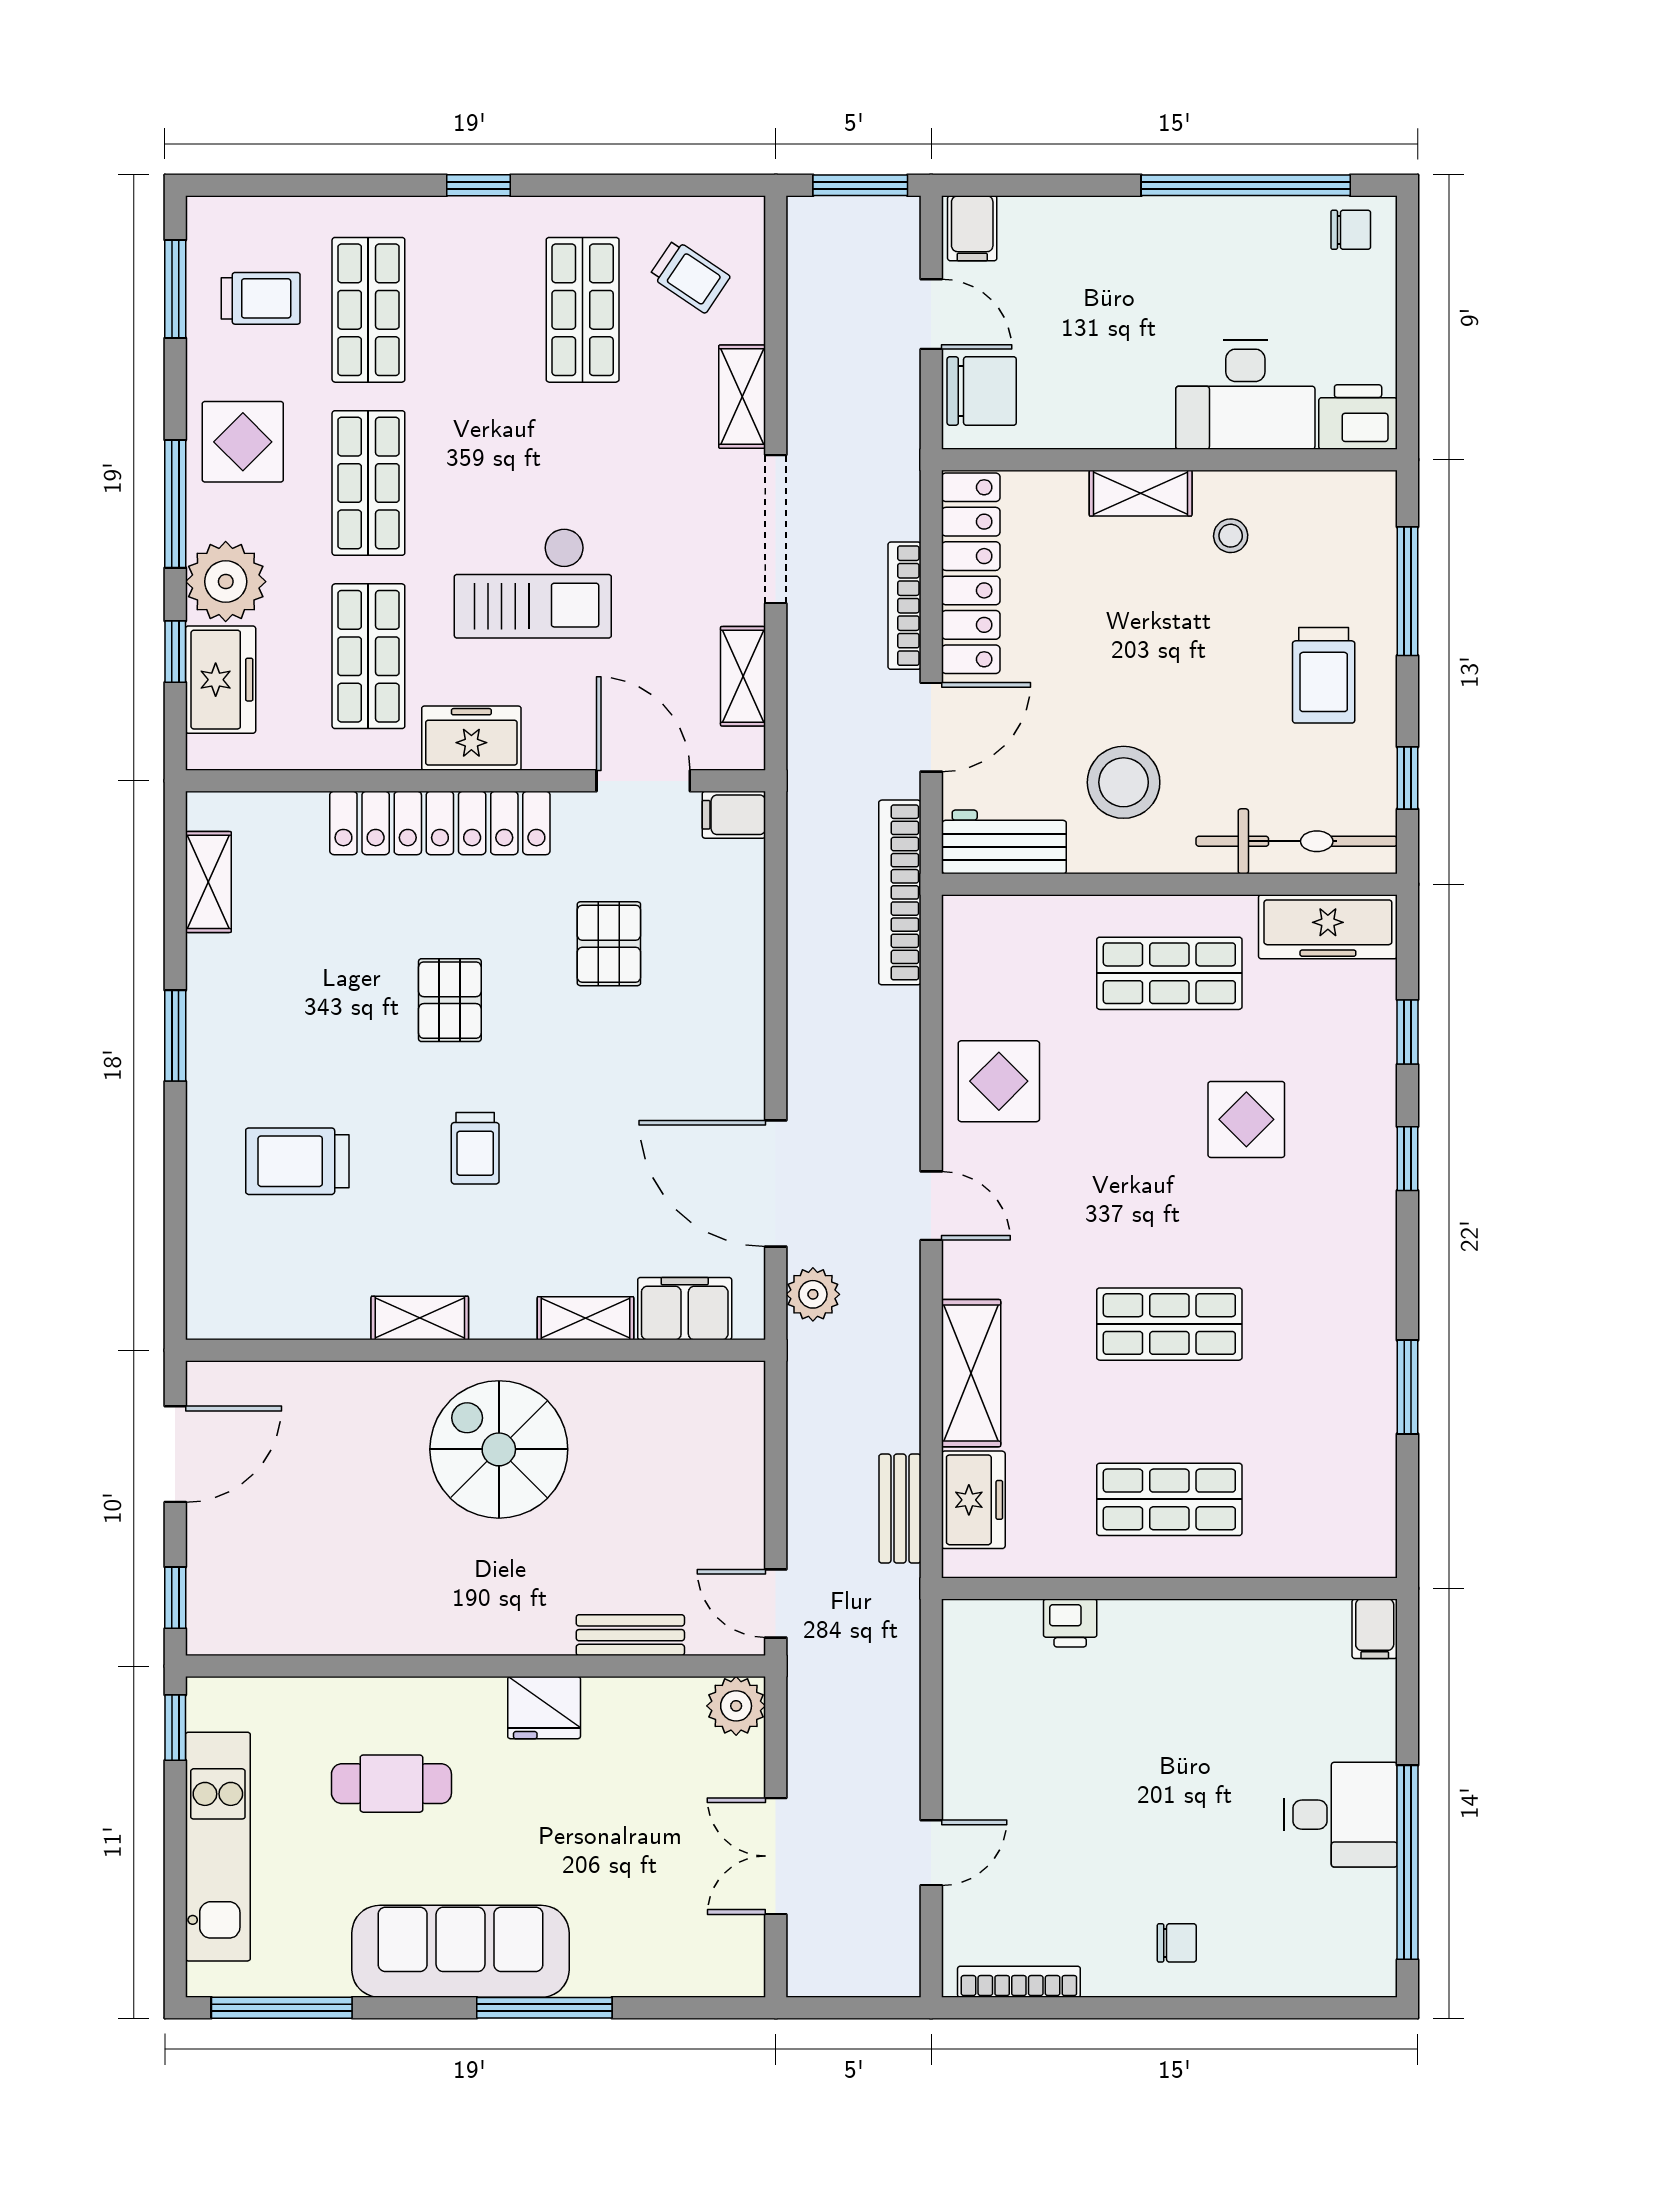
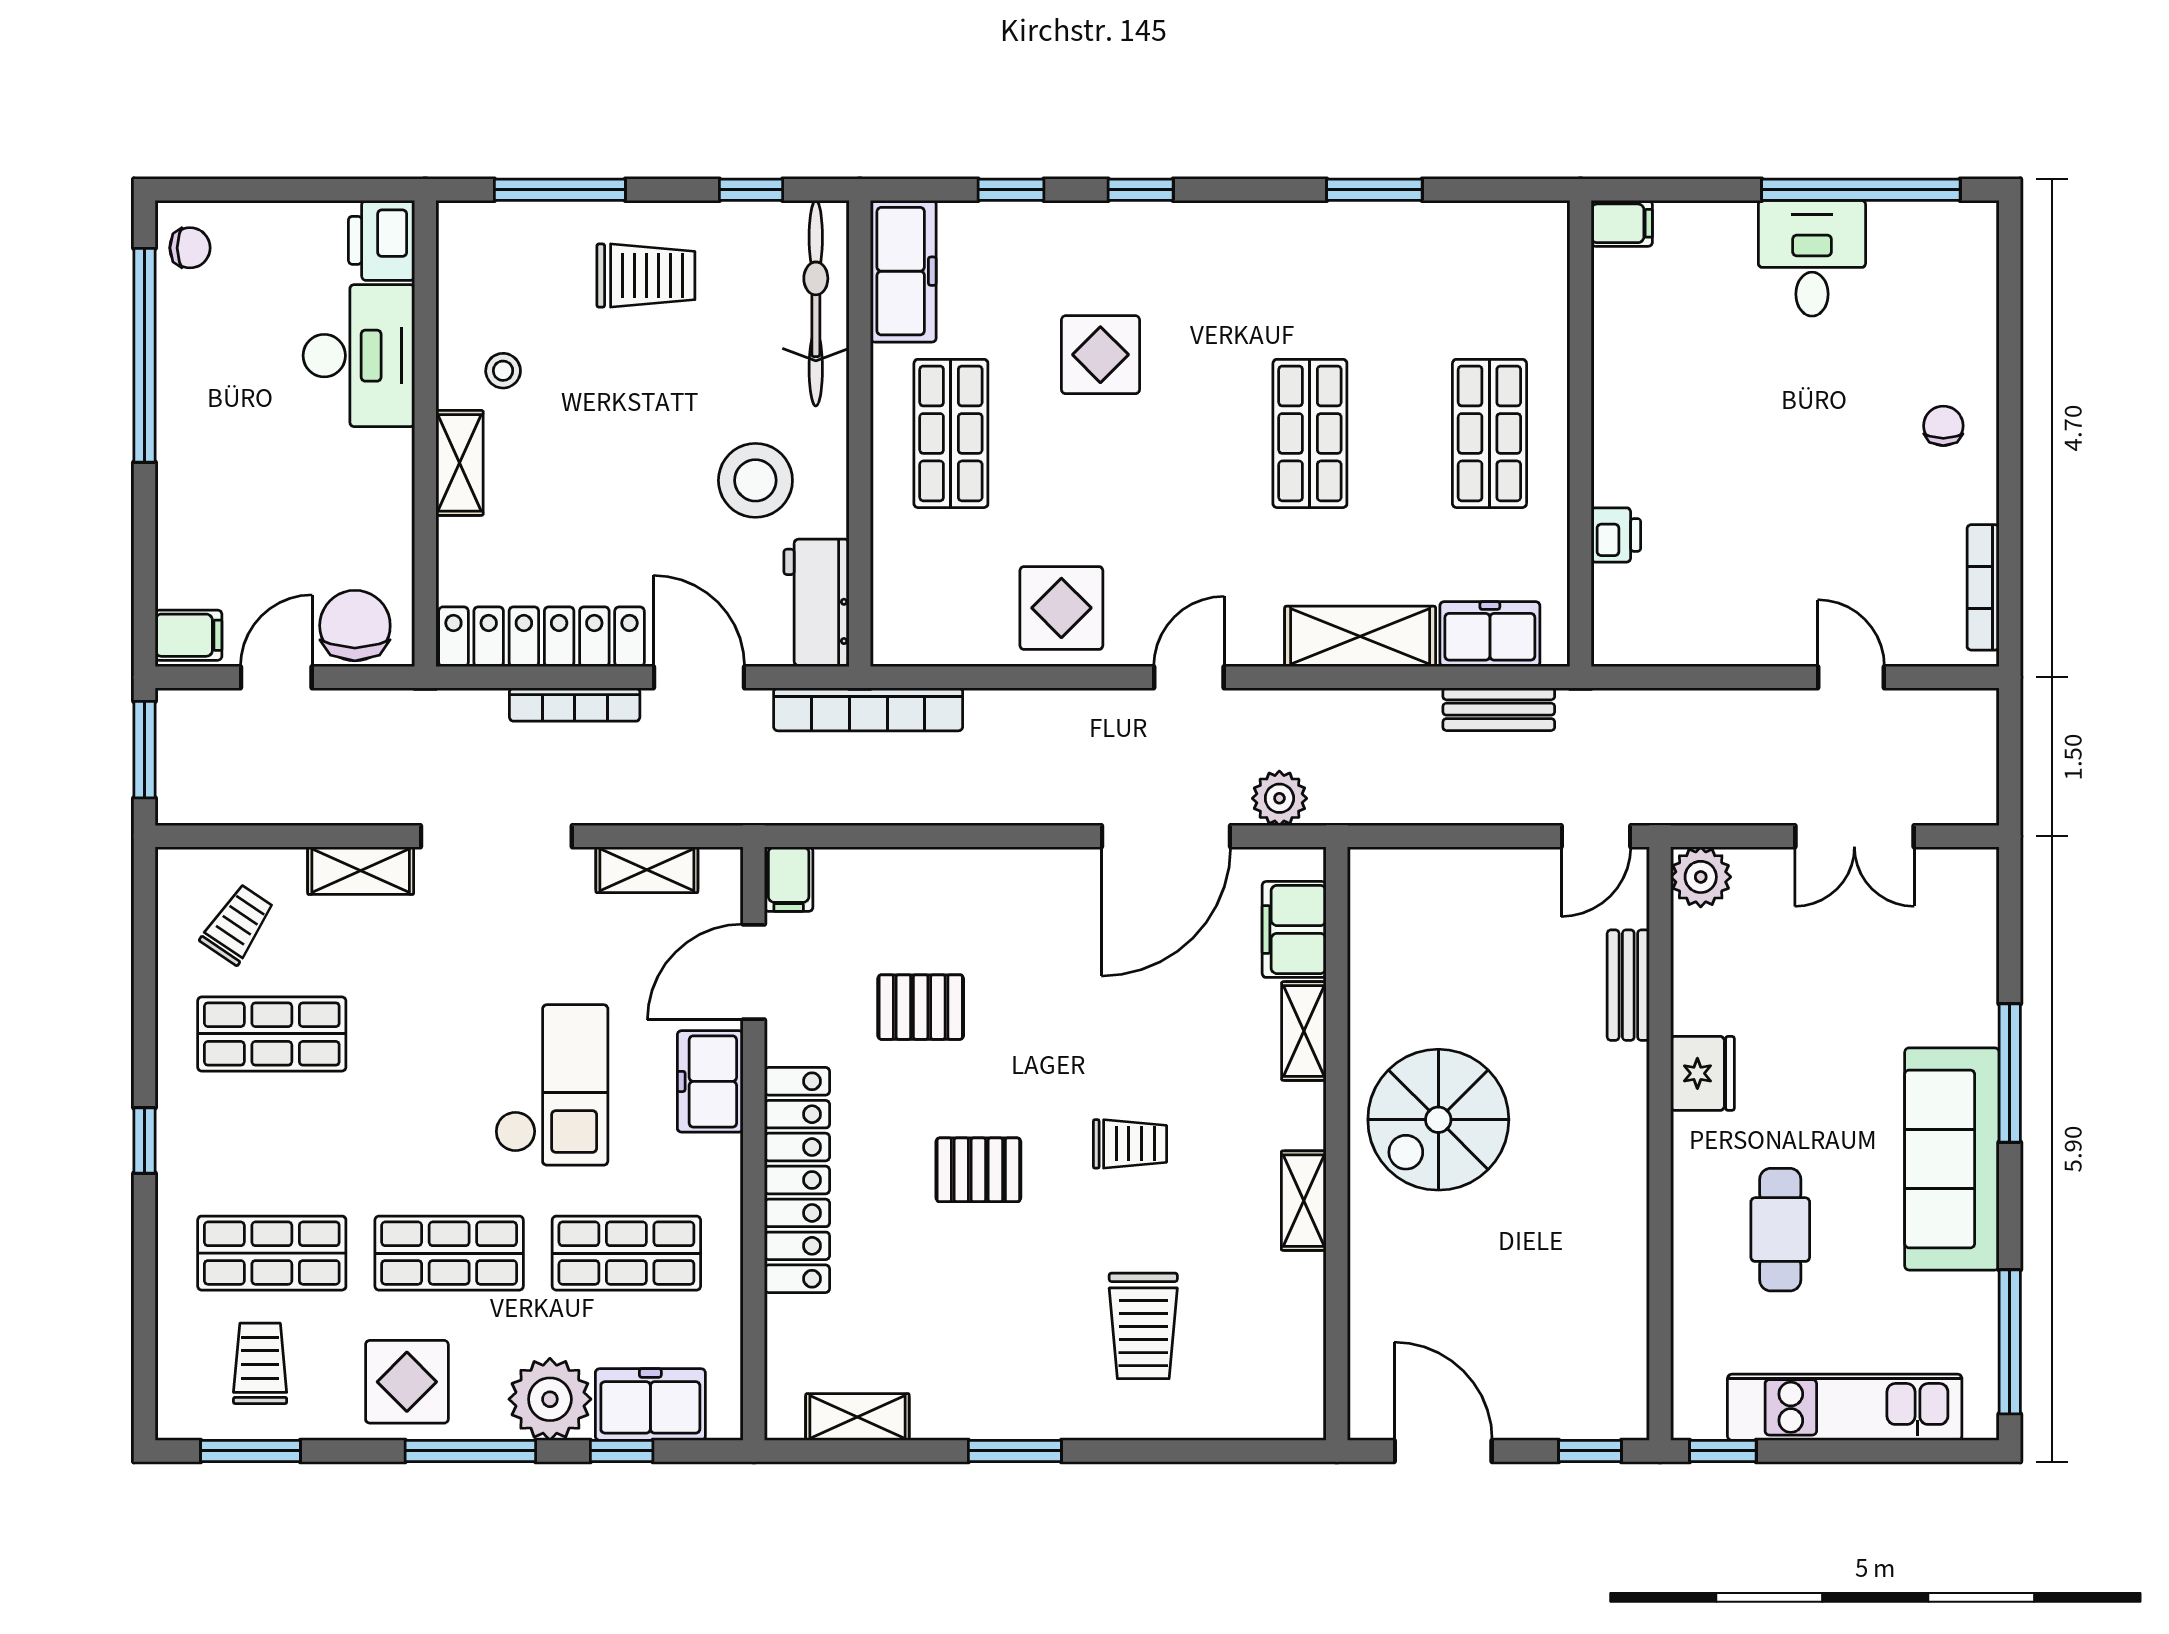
chair: (1351, 230) -> (190, 248), turned 90
freezer: (471, 738) -> (710, 1081), moved

